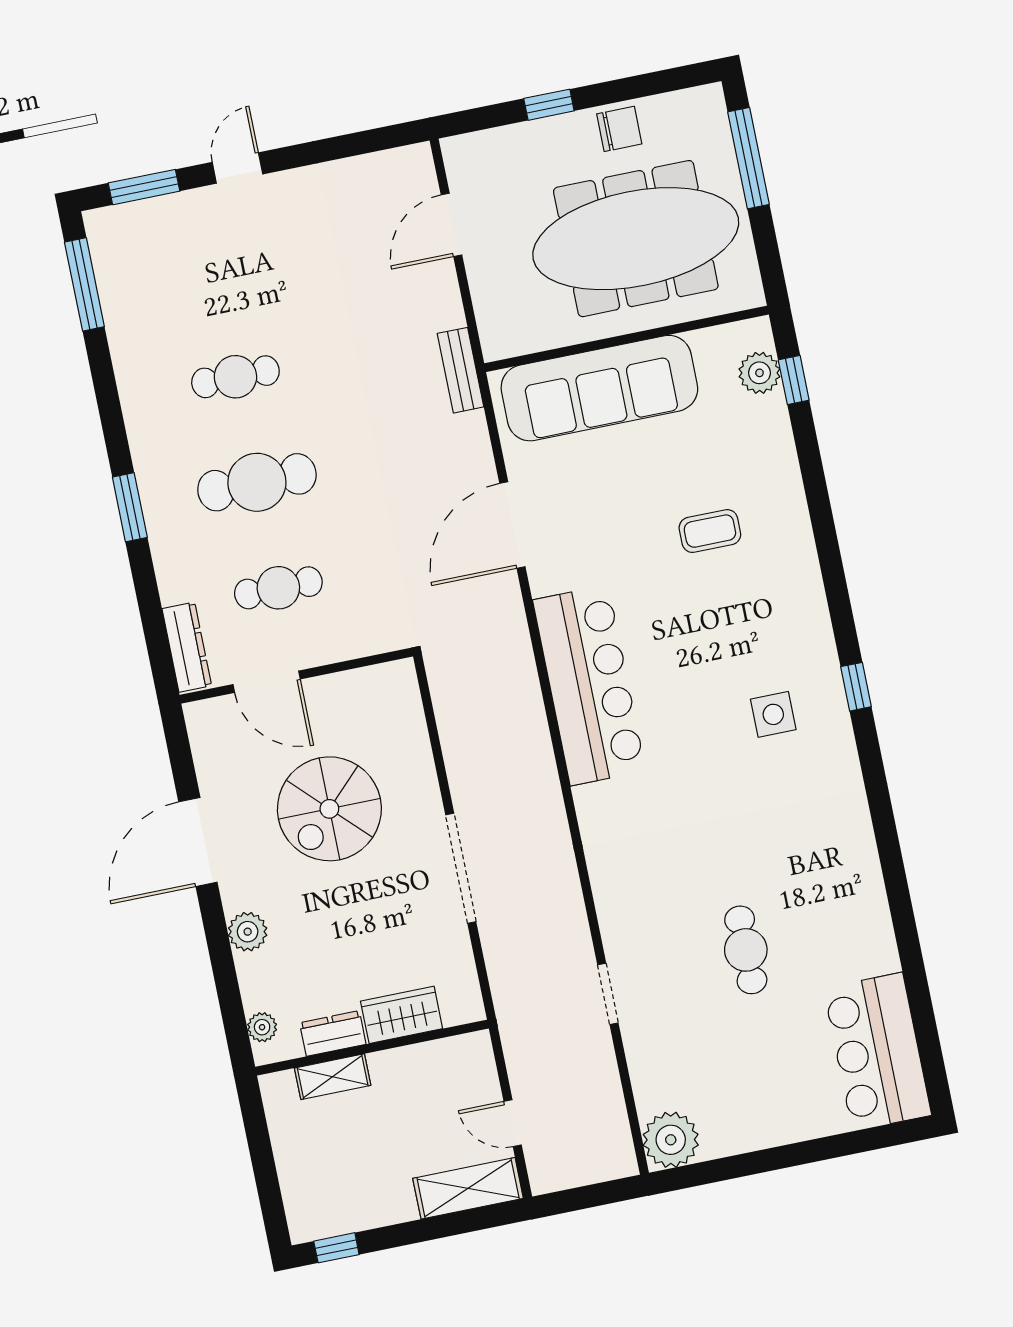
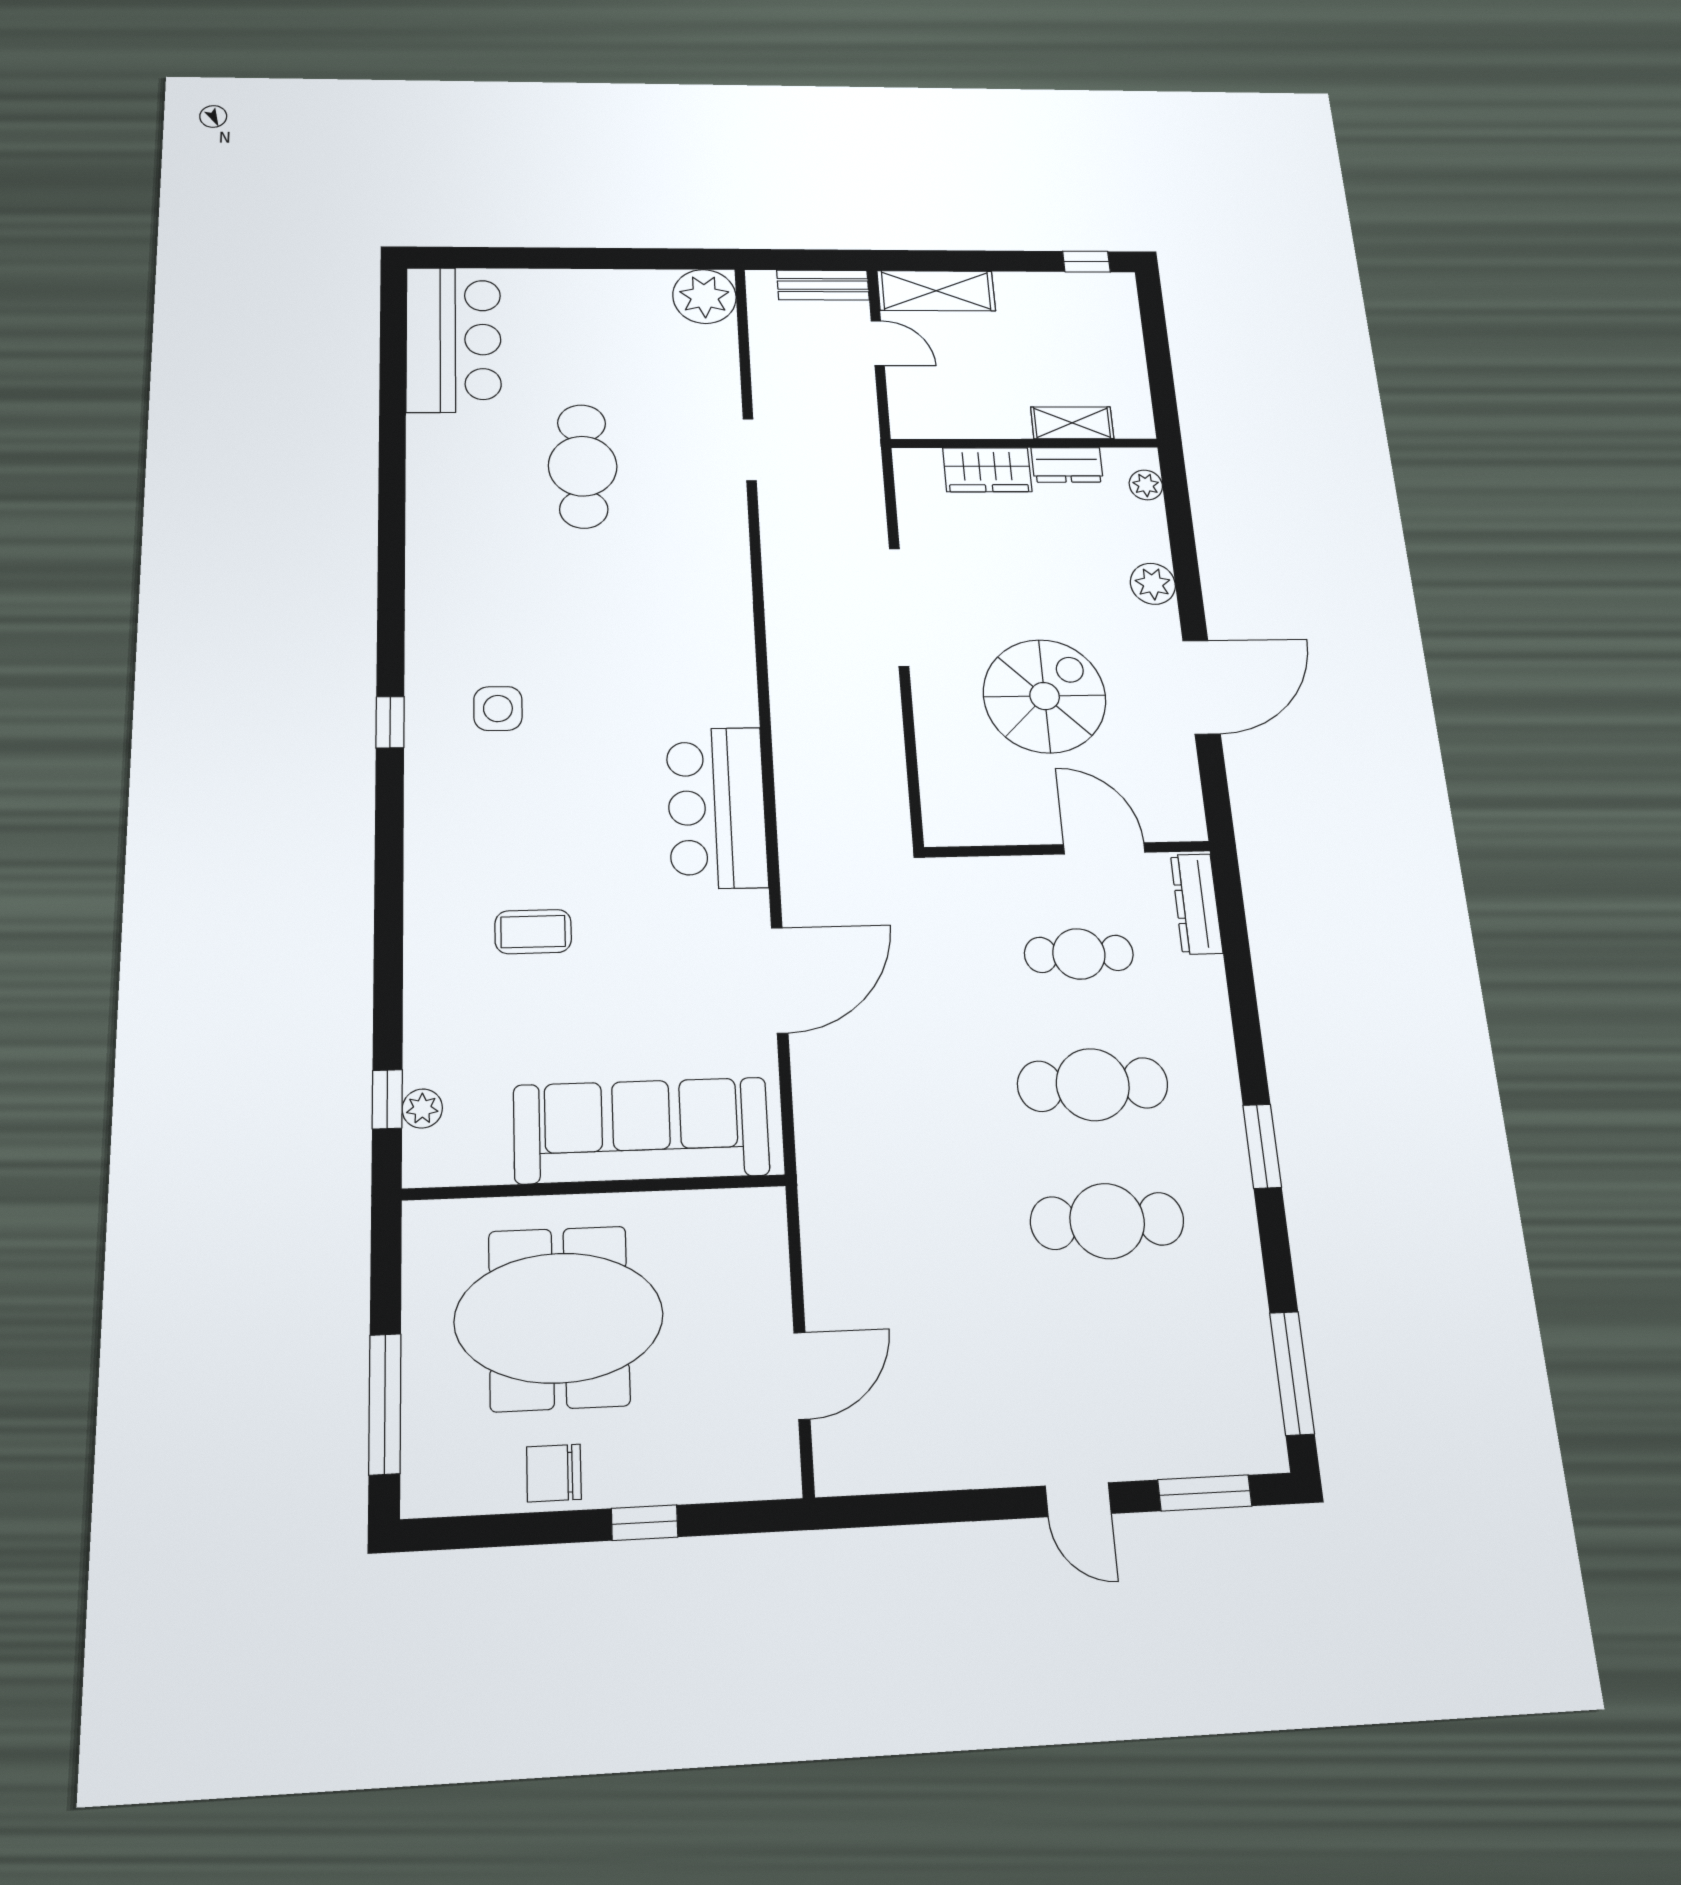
door: (237, 168) -> (1078, 1500), hinge flipped
meeting table: (636, 239) -> (559, 1318), width x0.73
bench: (461, 370) -> (823, 285), moved, turned 90
plant: (759, 373) -> (422, 1109), width x0.73, depth x0.73
cafe table: (235, 377) -> (1107, 1221), width x1.37, depth x1.35
window: (130, 507) -> (1262, 1146), moved
bar counter: (589, 685) -> (717, 808), width x0.73
cafe table: (746, 950) -> (583, 466), width x1.37, depth x1.35

